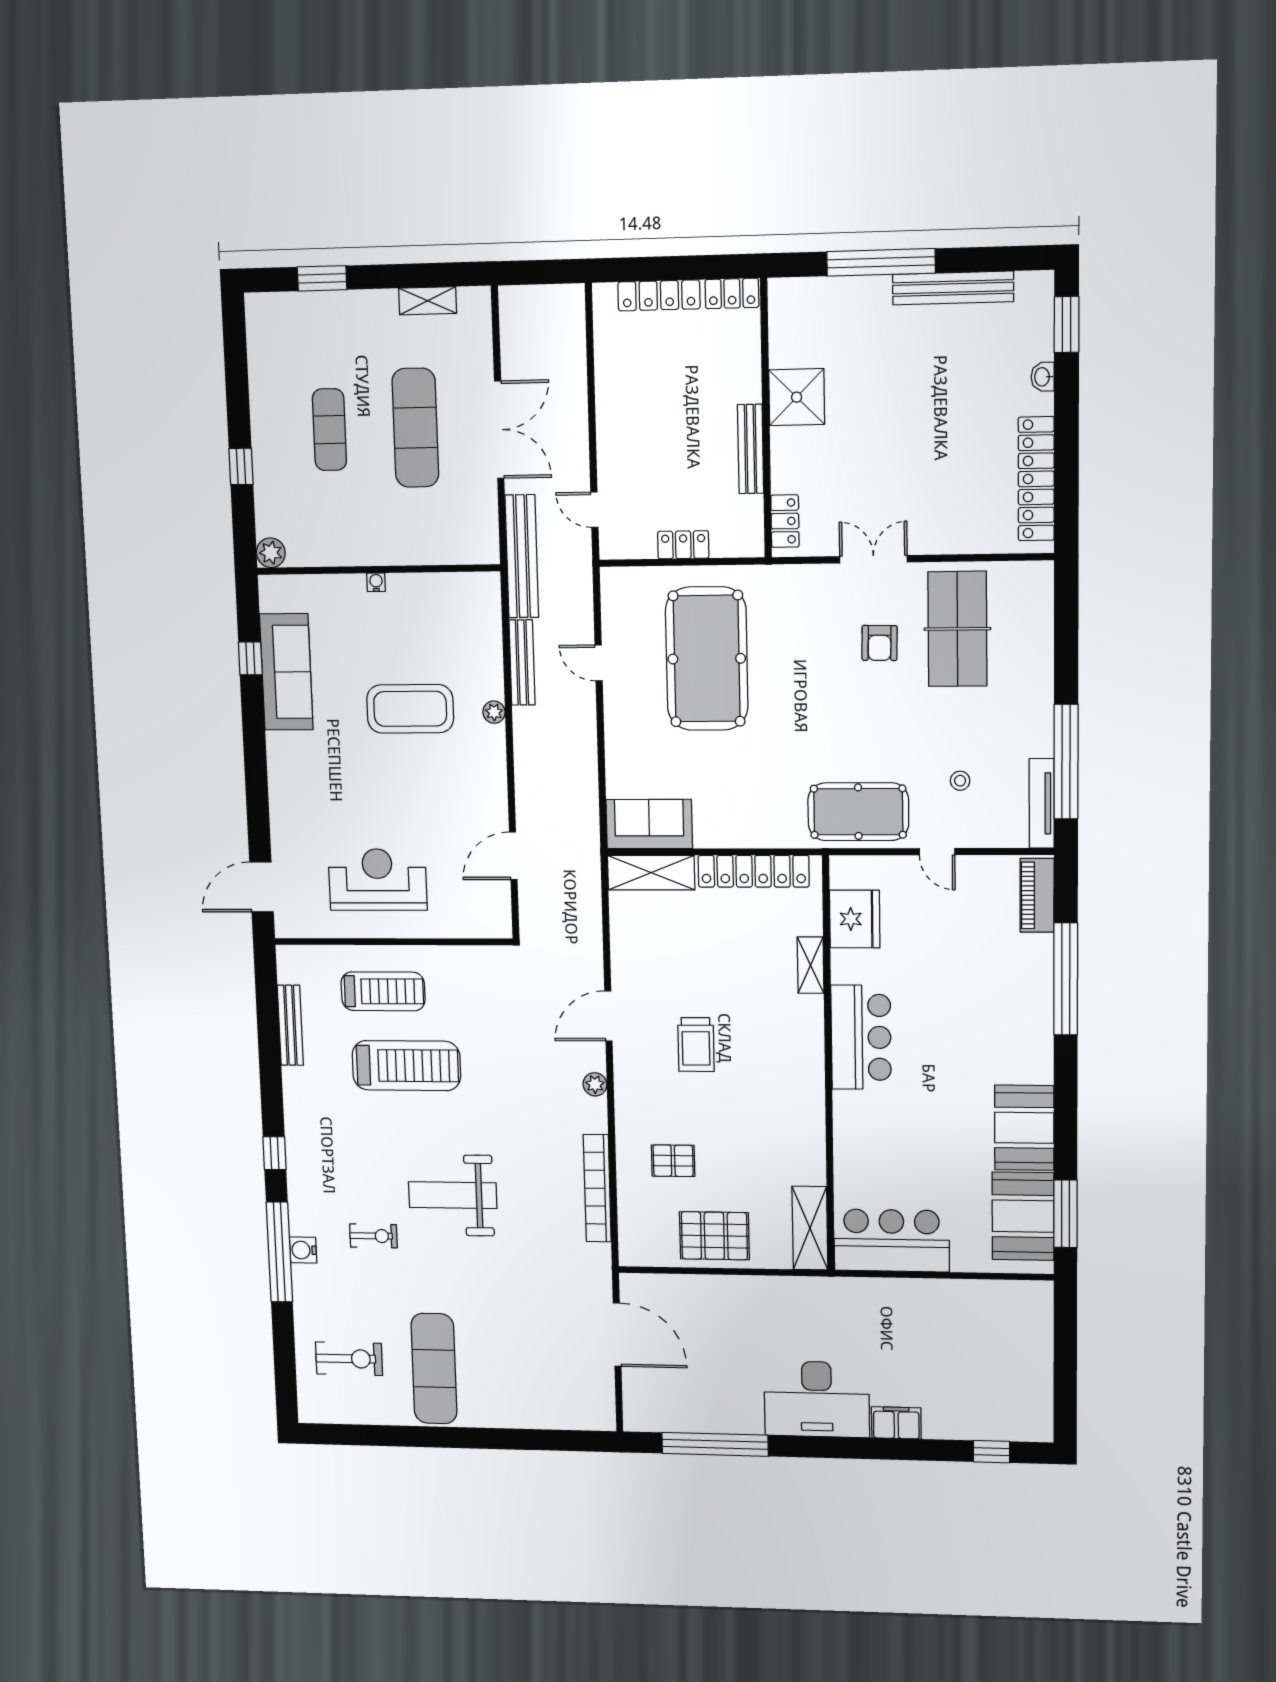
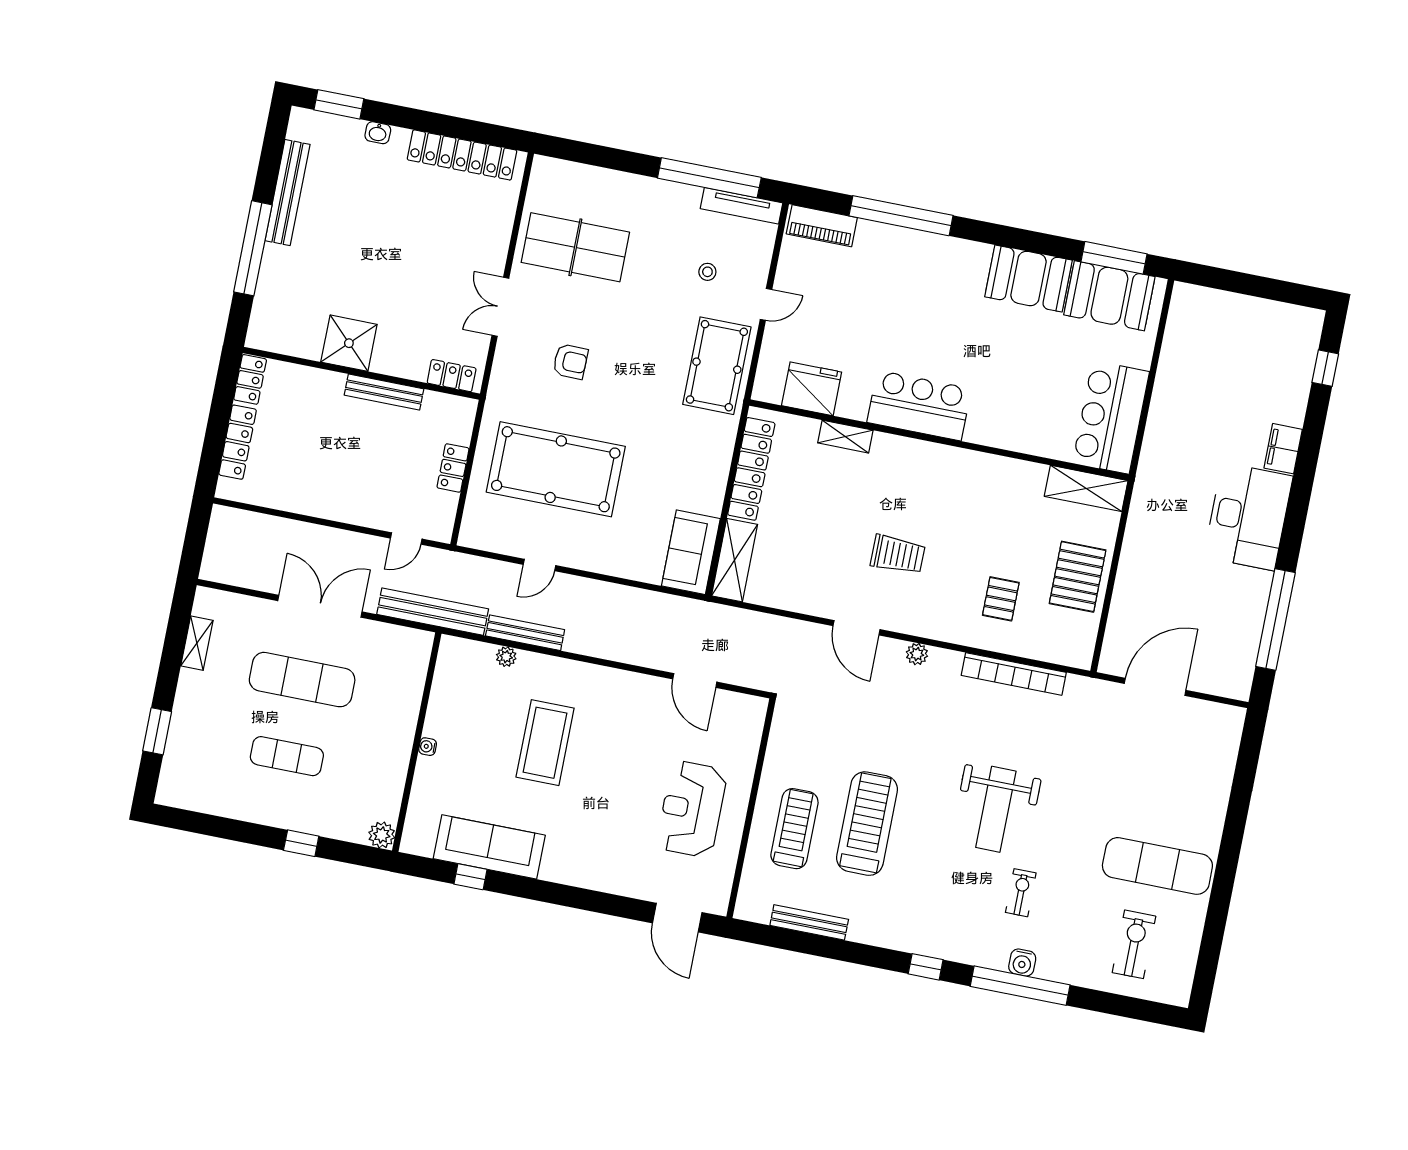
armchair: (880, 643) -> (570, 362), moved
plant: (494, 712) -> (506, 657), moved

